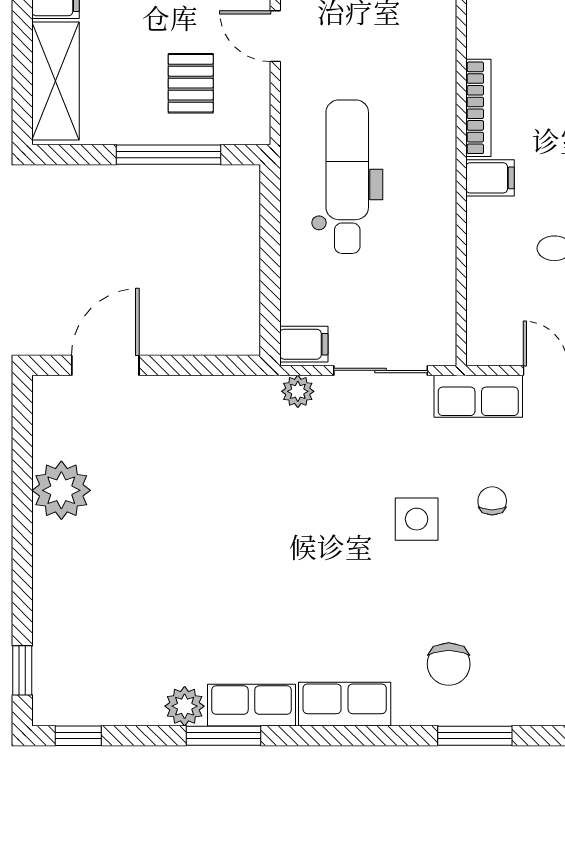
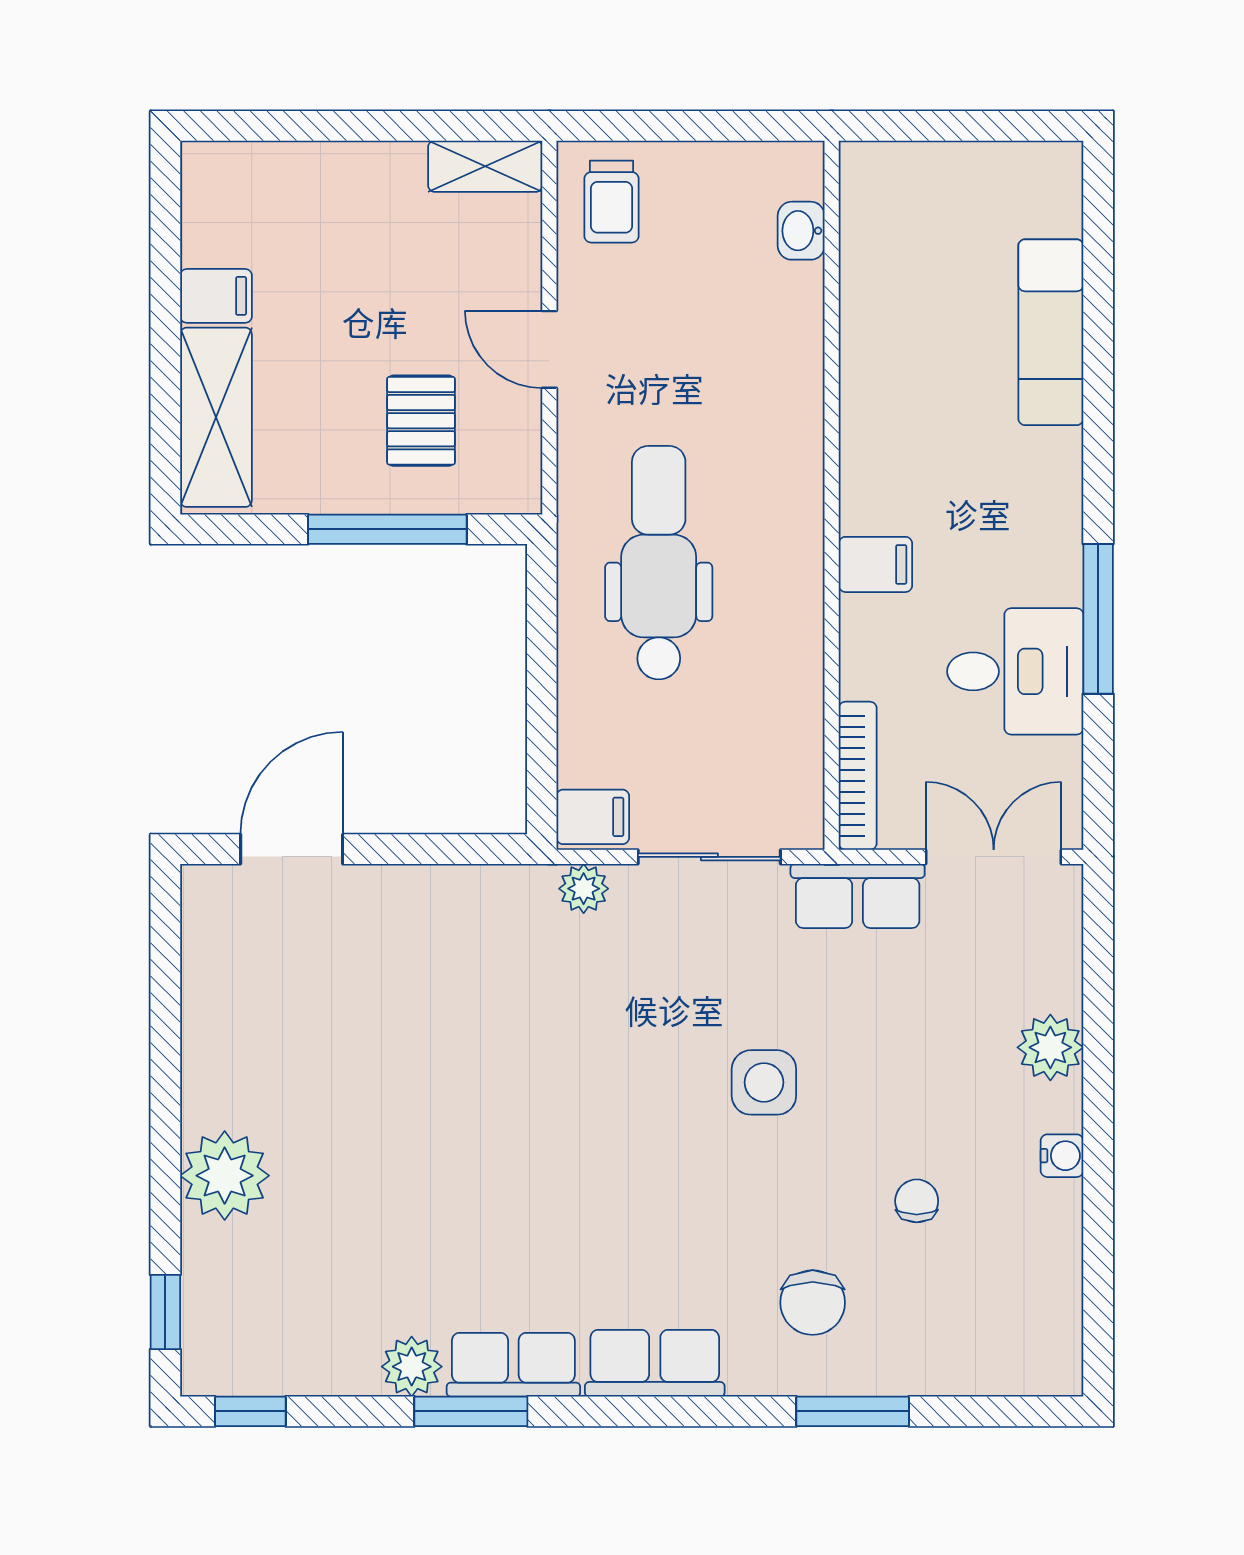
bookcase: (478, 108) -> (858, 776), moved
plant: (61, 490) -> (225, 1176), moved
chair: (492, 501) -> (917, 1201), moved

